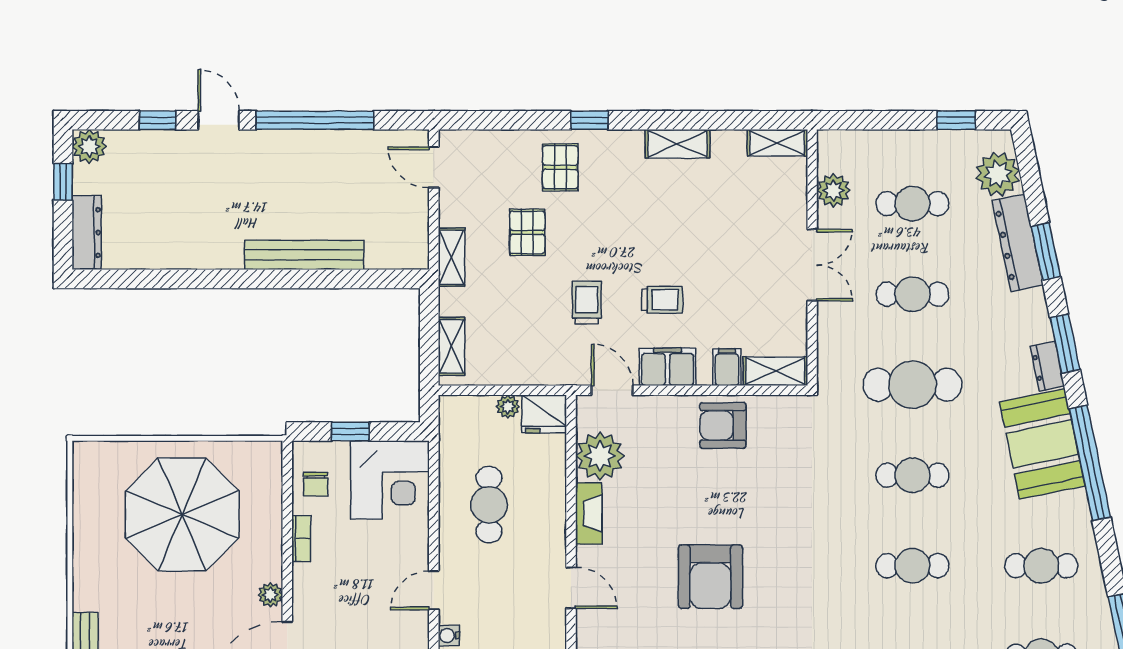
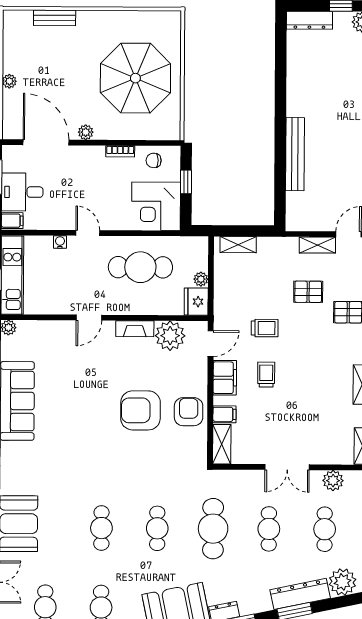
shelving: (451, 257) -> (317, 245), moved
trolley: (662, 300) -> (266, 375), turned 180
cafe table: (489, 505) -> (140, 267), width x1.37, depth x1.35
armchair: (710, 577) -> (140, 410), moved

